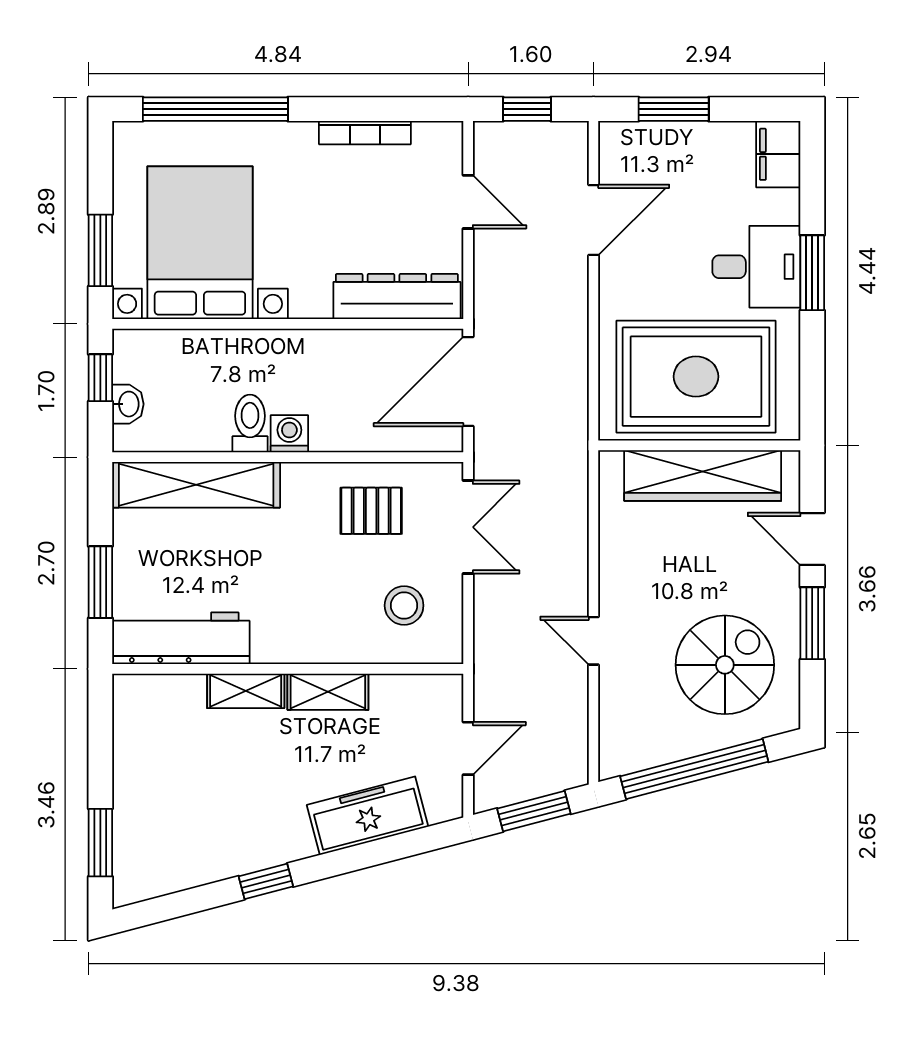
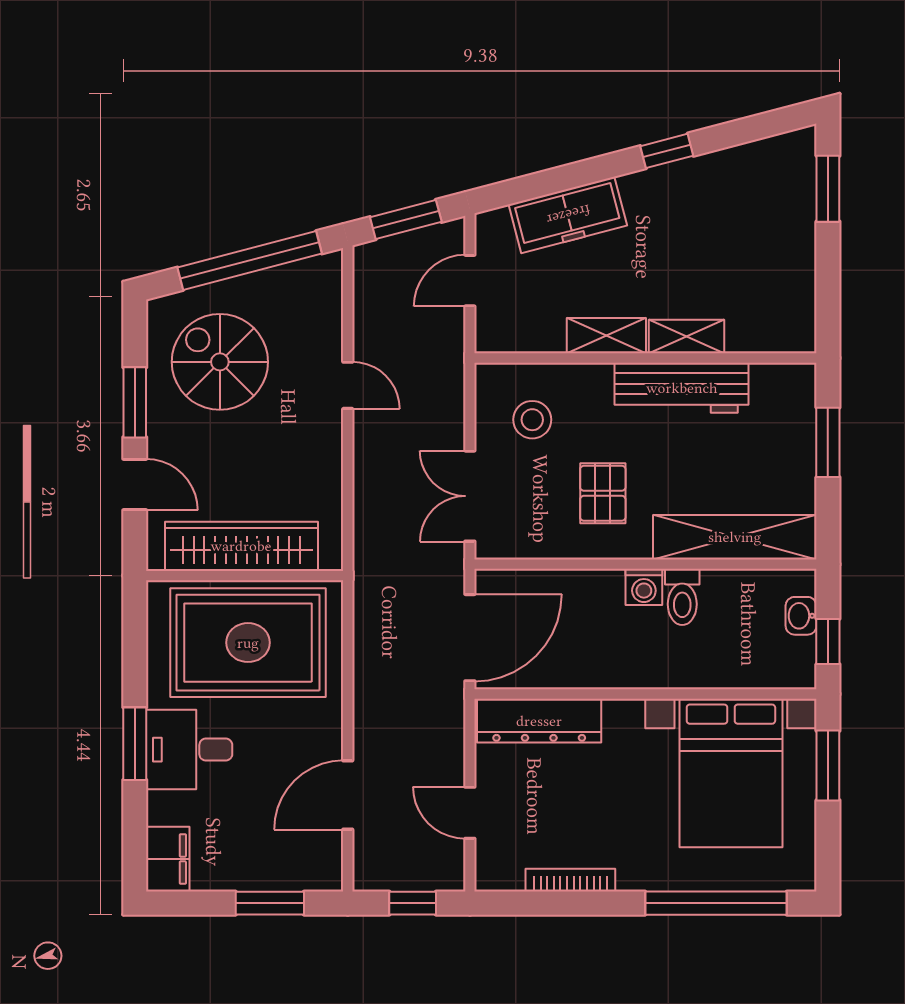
pallet: (371, 511) -> (603, 493), moved, turned 90
workbench: (181, 638) -> (682, 388), moved
spiral stairs: (725, 665) -> (220, 362), turned 90

